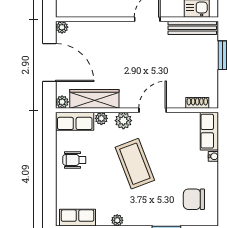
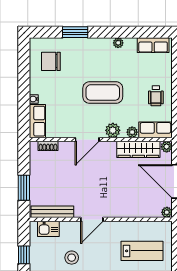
wheelchair: (74, 160) -> (156, 96), turned 90
coffee table: (135, 164) -> (103, 93), turned -69
chair: (194, 199) -> (51, 61), turned 180

